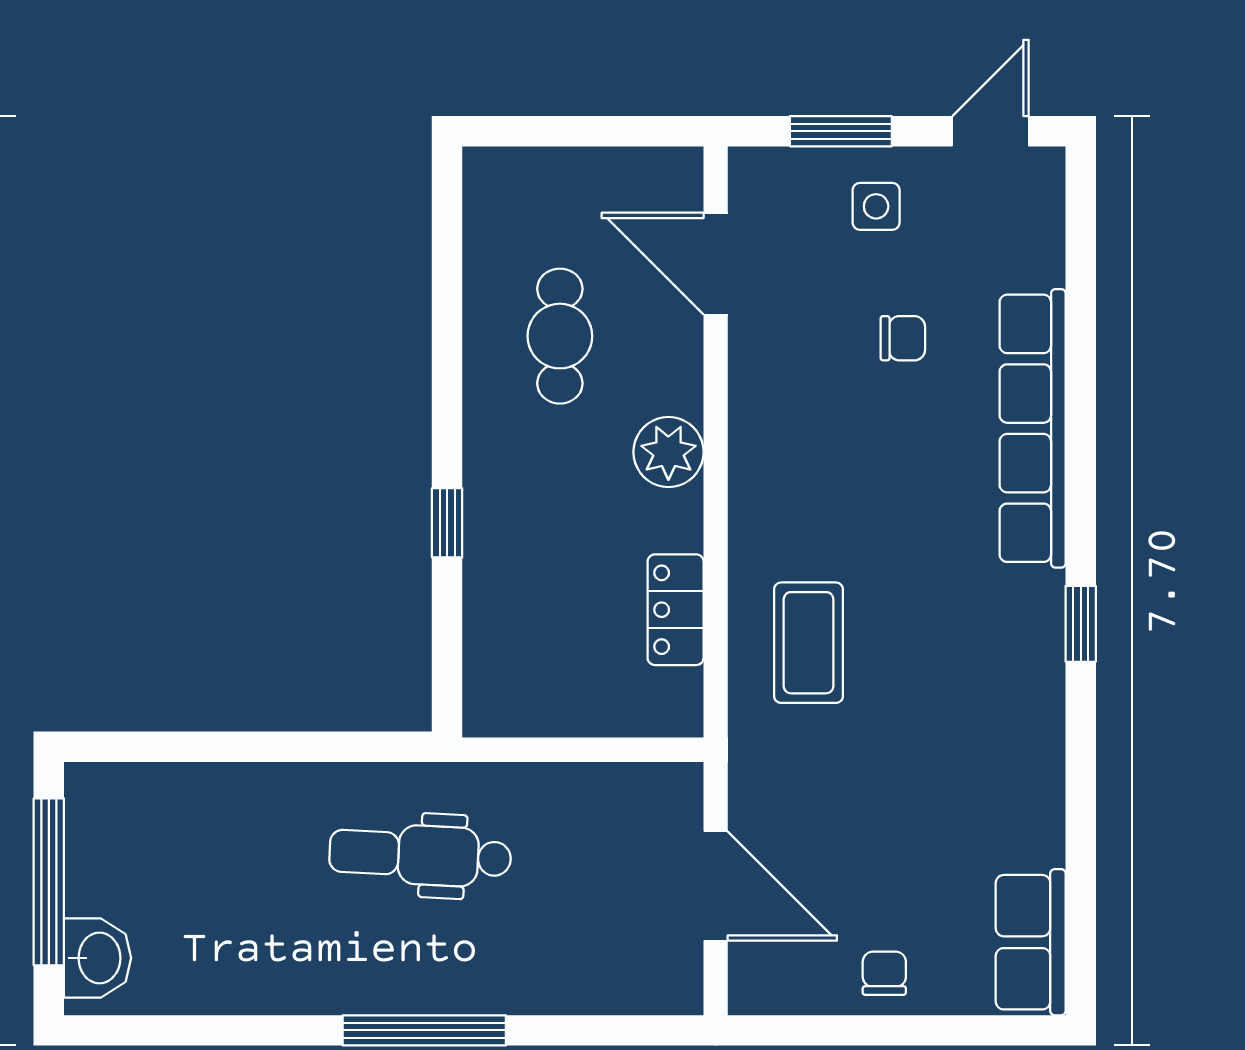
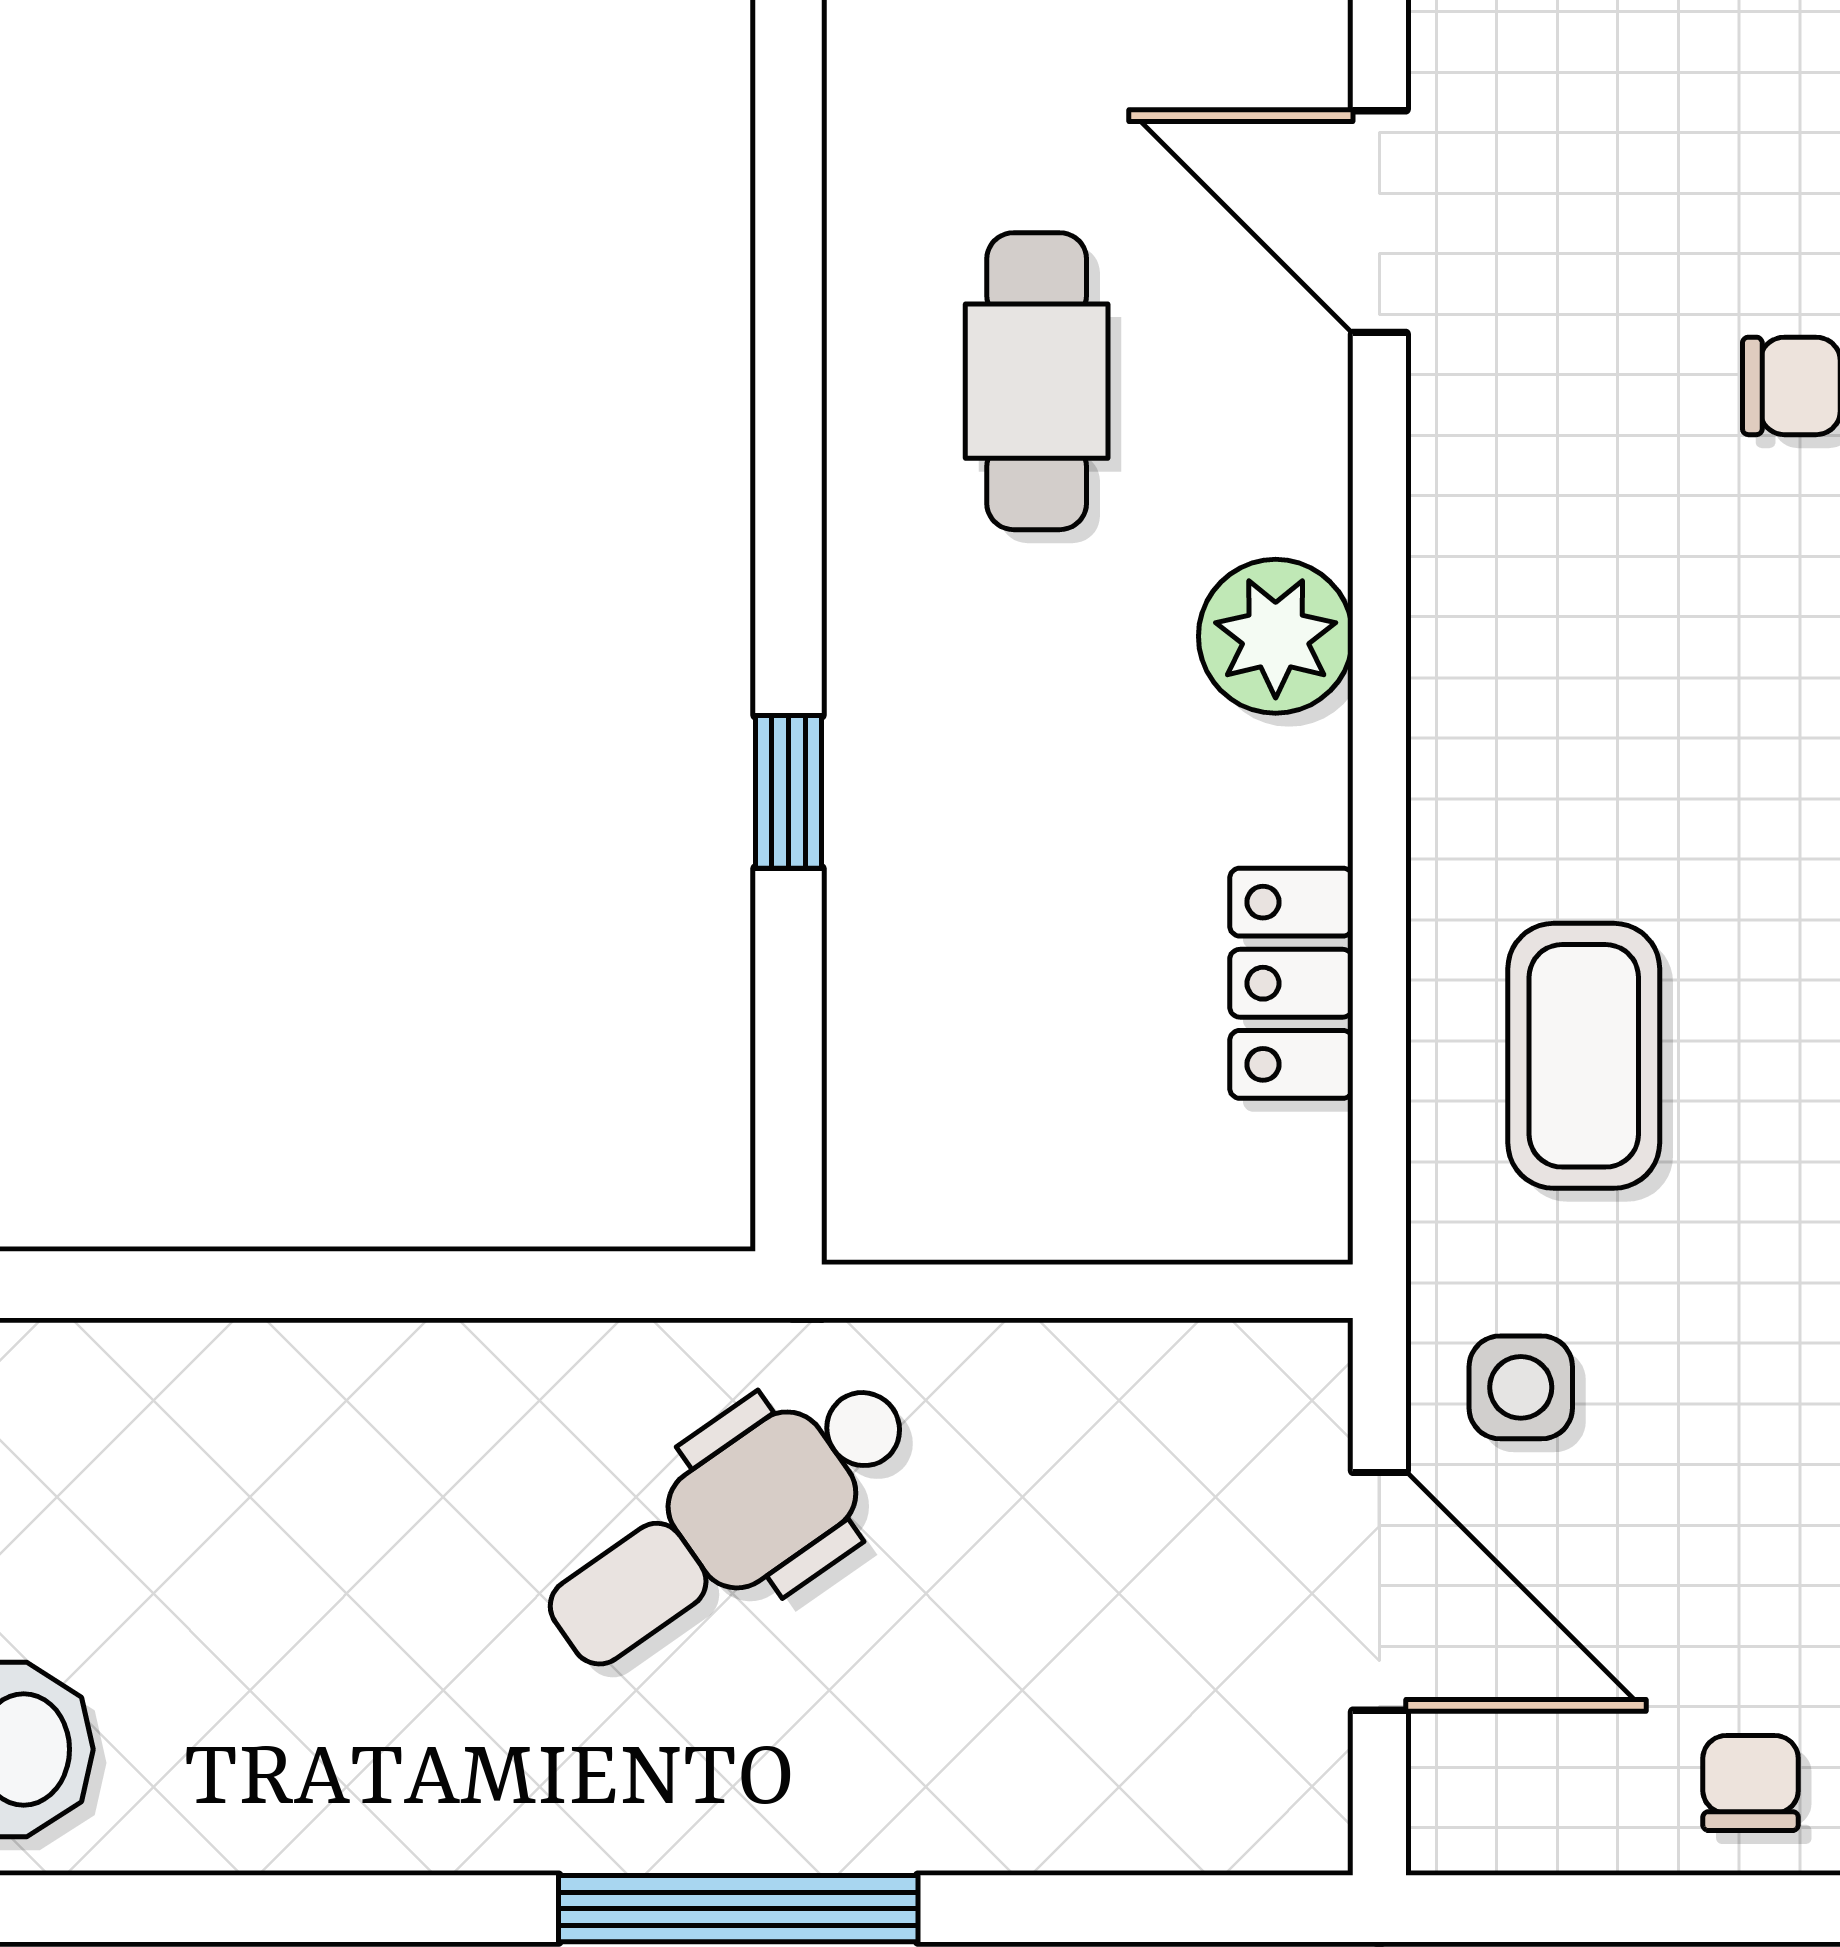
side table: (876, 206) -> (1521, 1387), moved
dental chair: (420, 855) -> (729, 1523), turned -38

